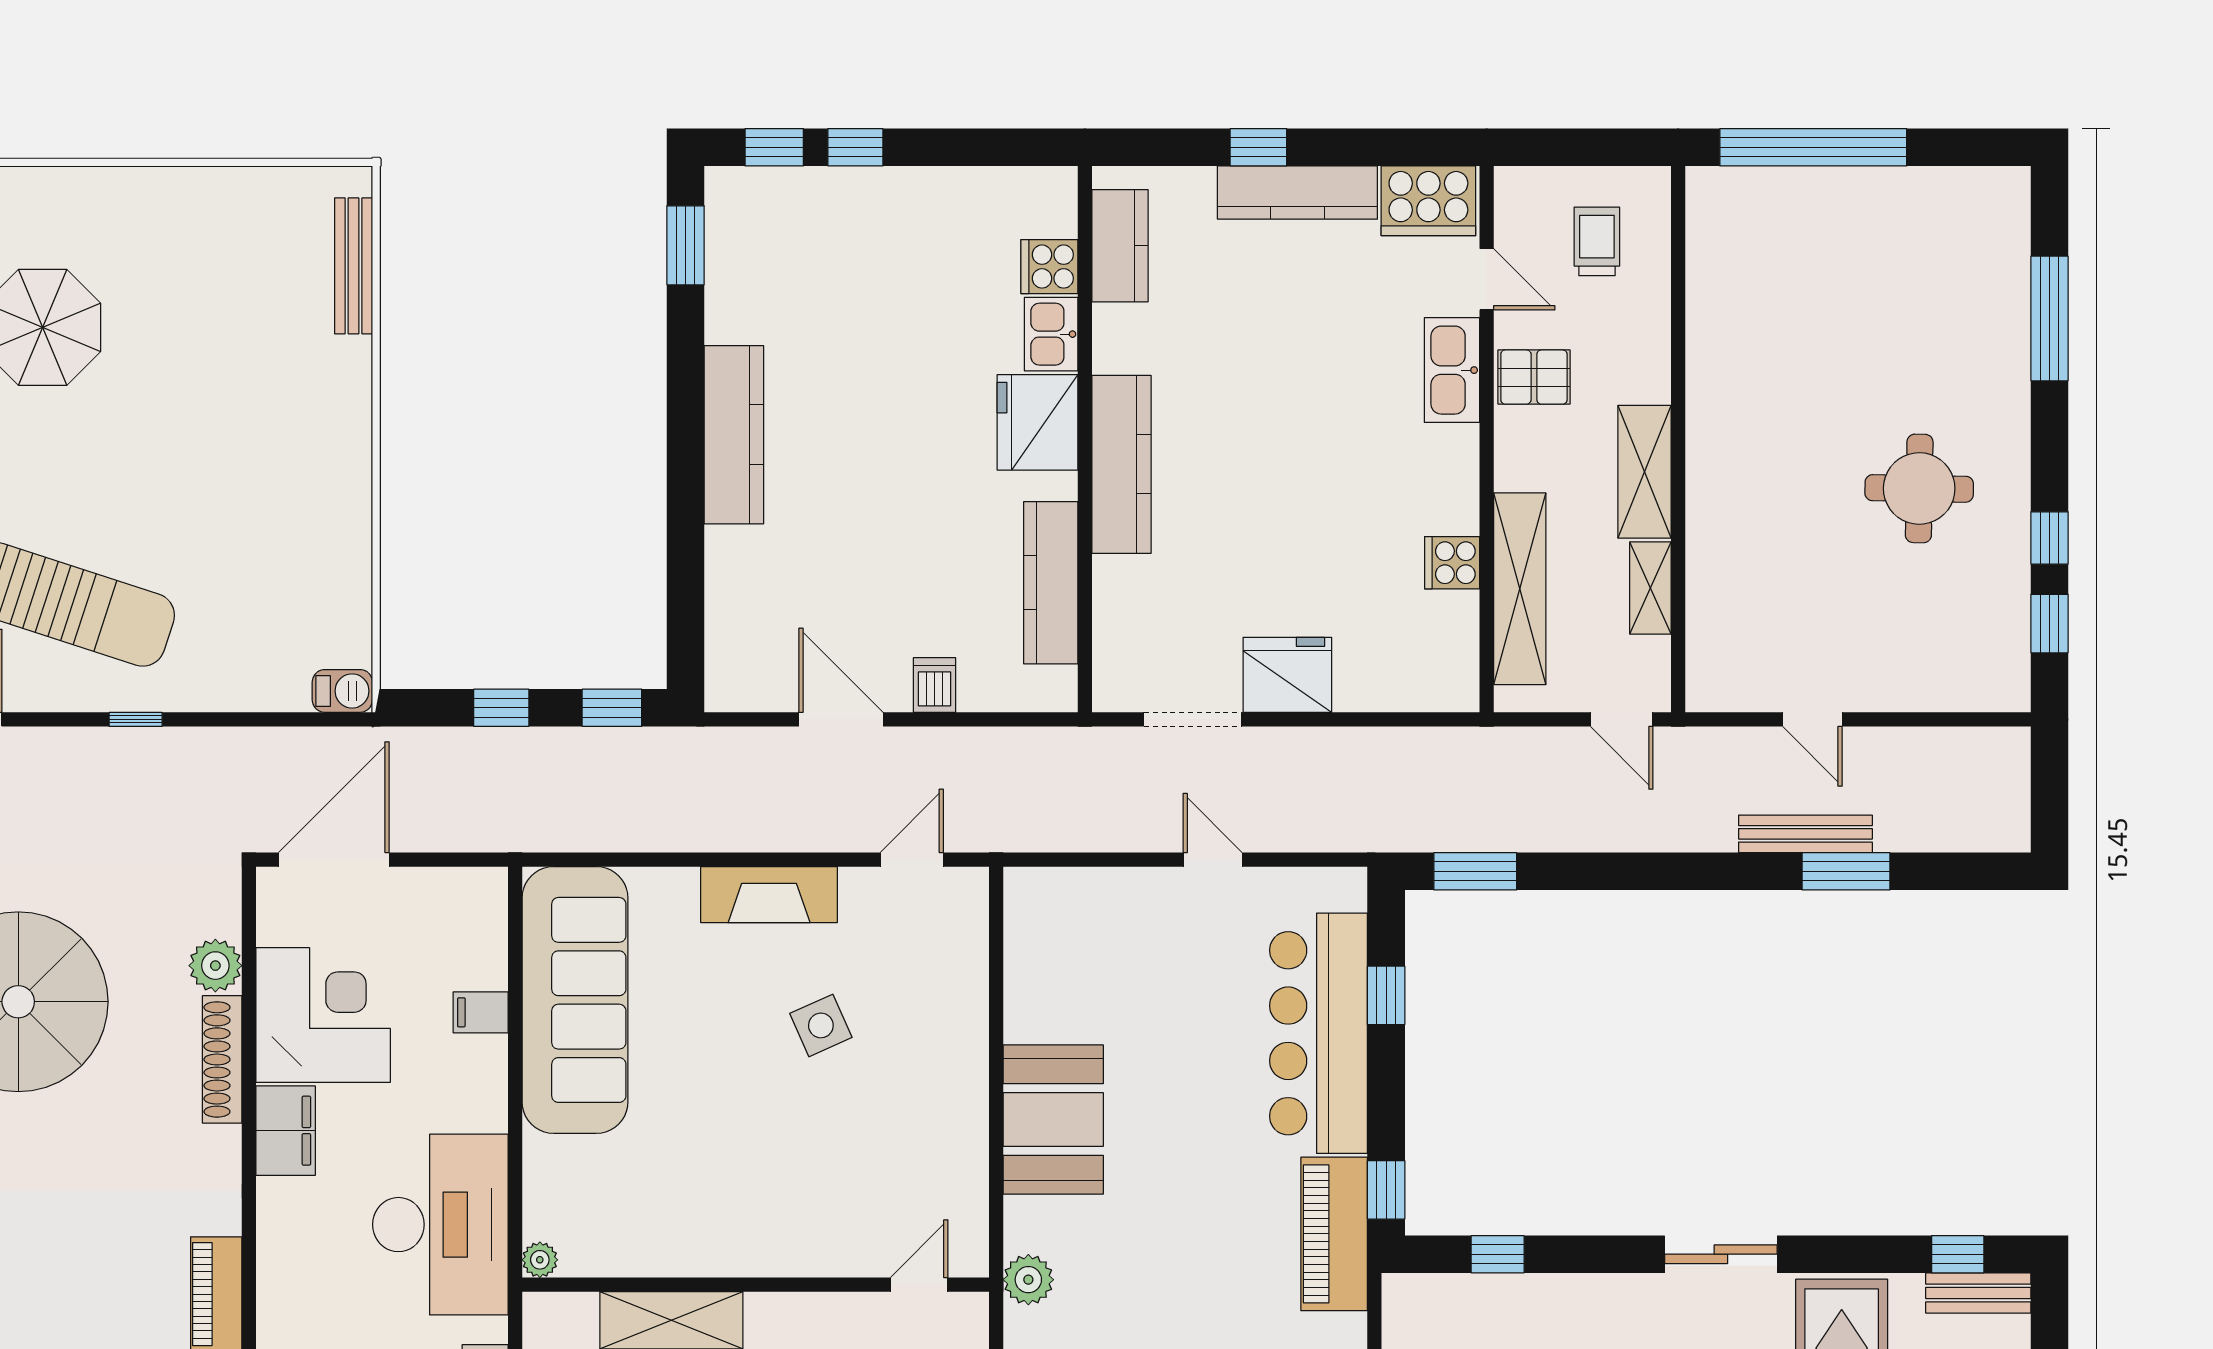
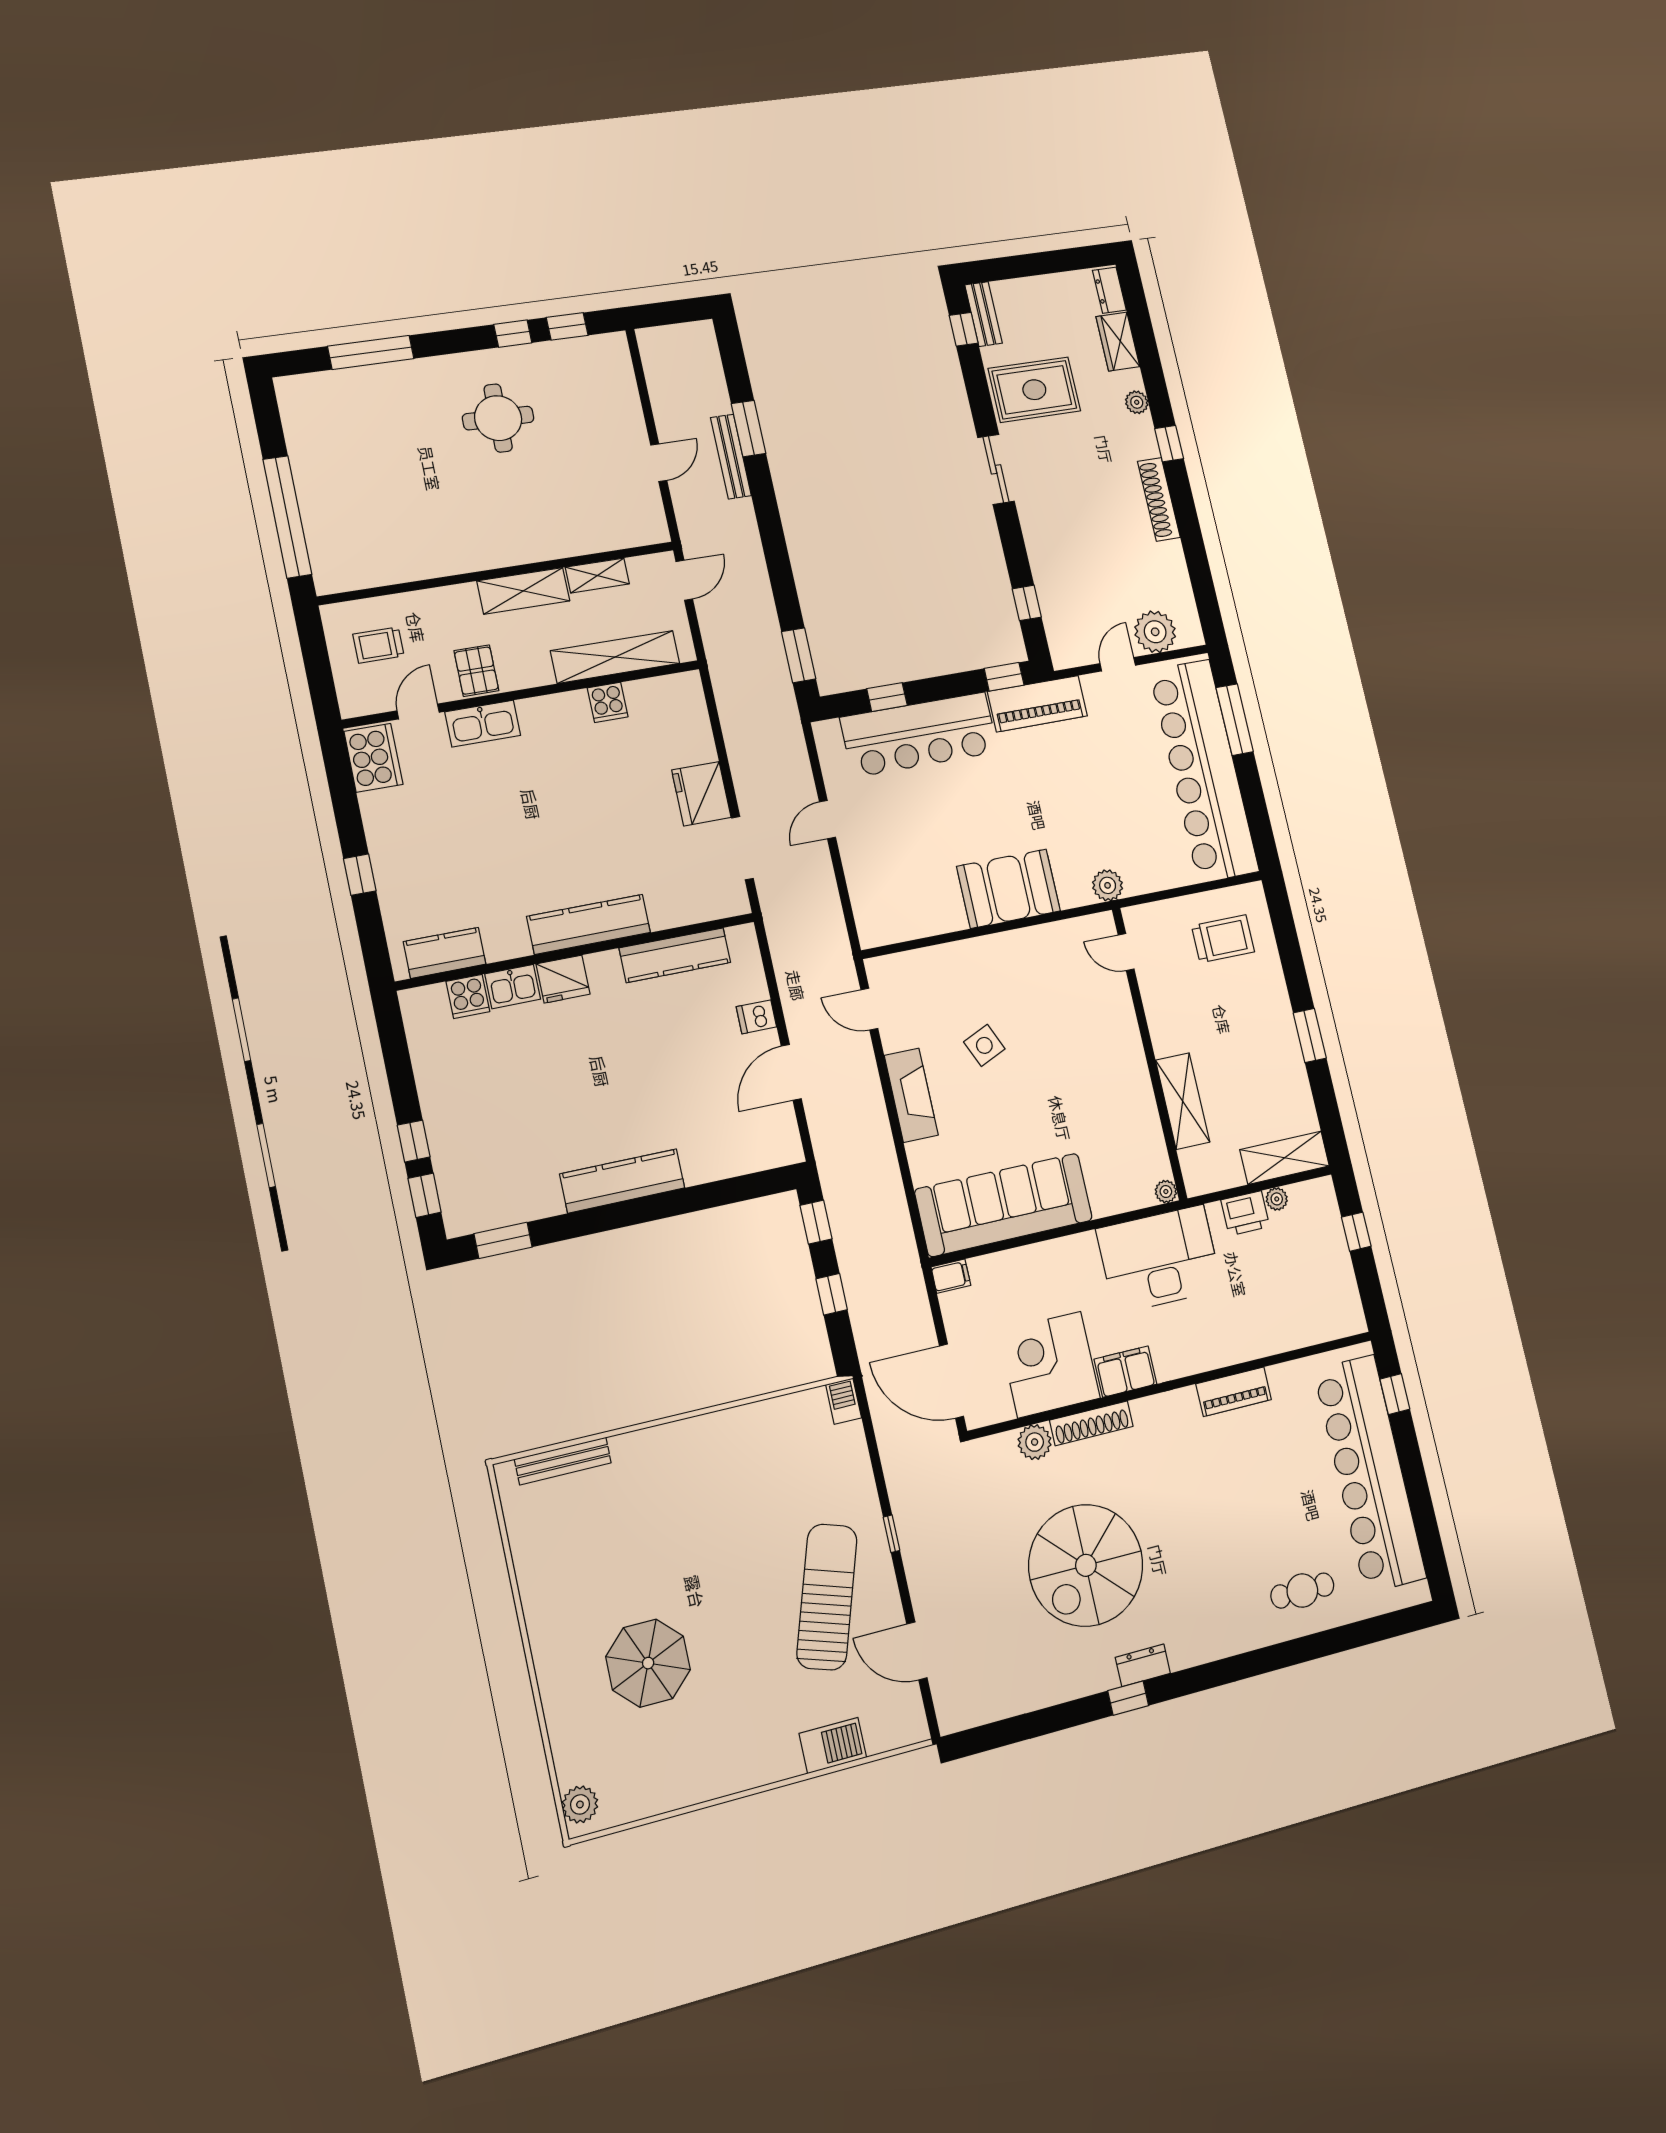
kitchen counter: (1297, 193) -> (385, 844), removed
fridge: (1037, 422) -> (563, 979), width x0.73, depth x0.75
filing cabinet: (481, 1012) -> (951, 1276), moved, turned -90

